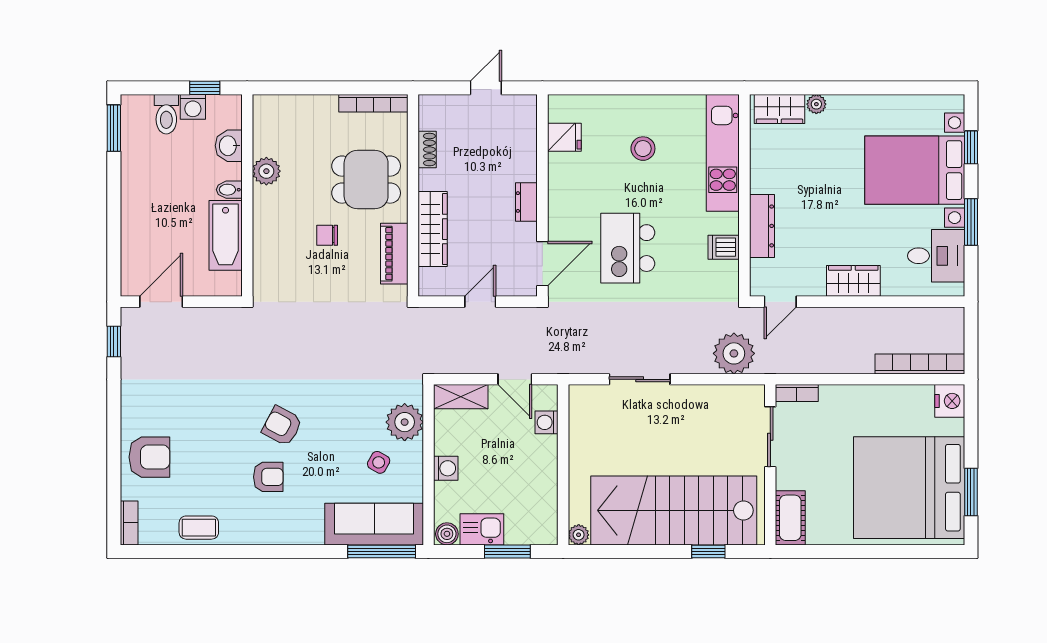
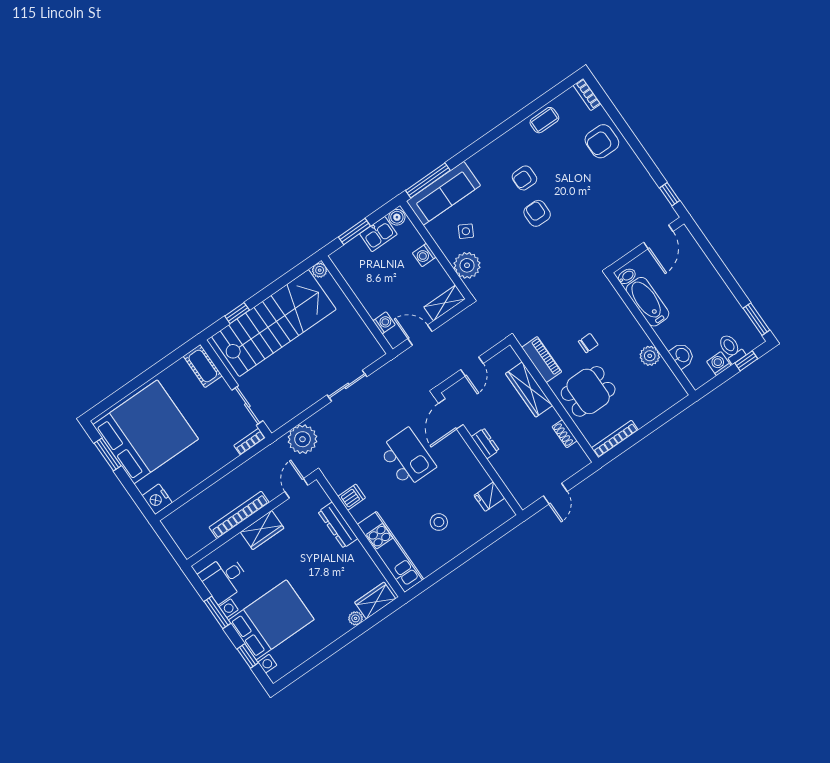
window: (205, 88) -> (746, 361), moved
bidet: (229, 190) -> (627, 276), moved
bookcase: (920, 364) -> (239, 515), moved, turned 180
armchair: (282, 426) -> (537, 213), turned -118

